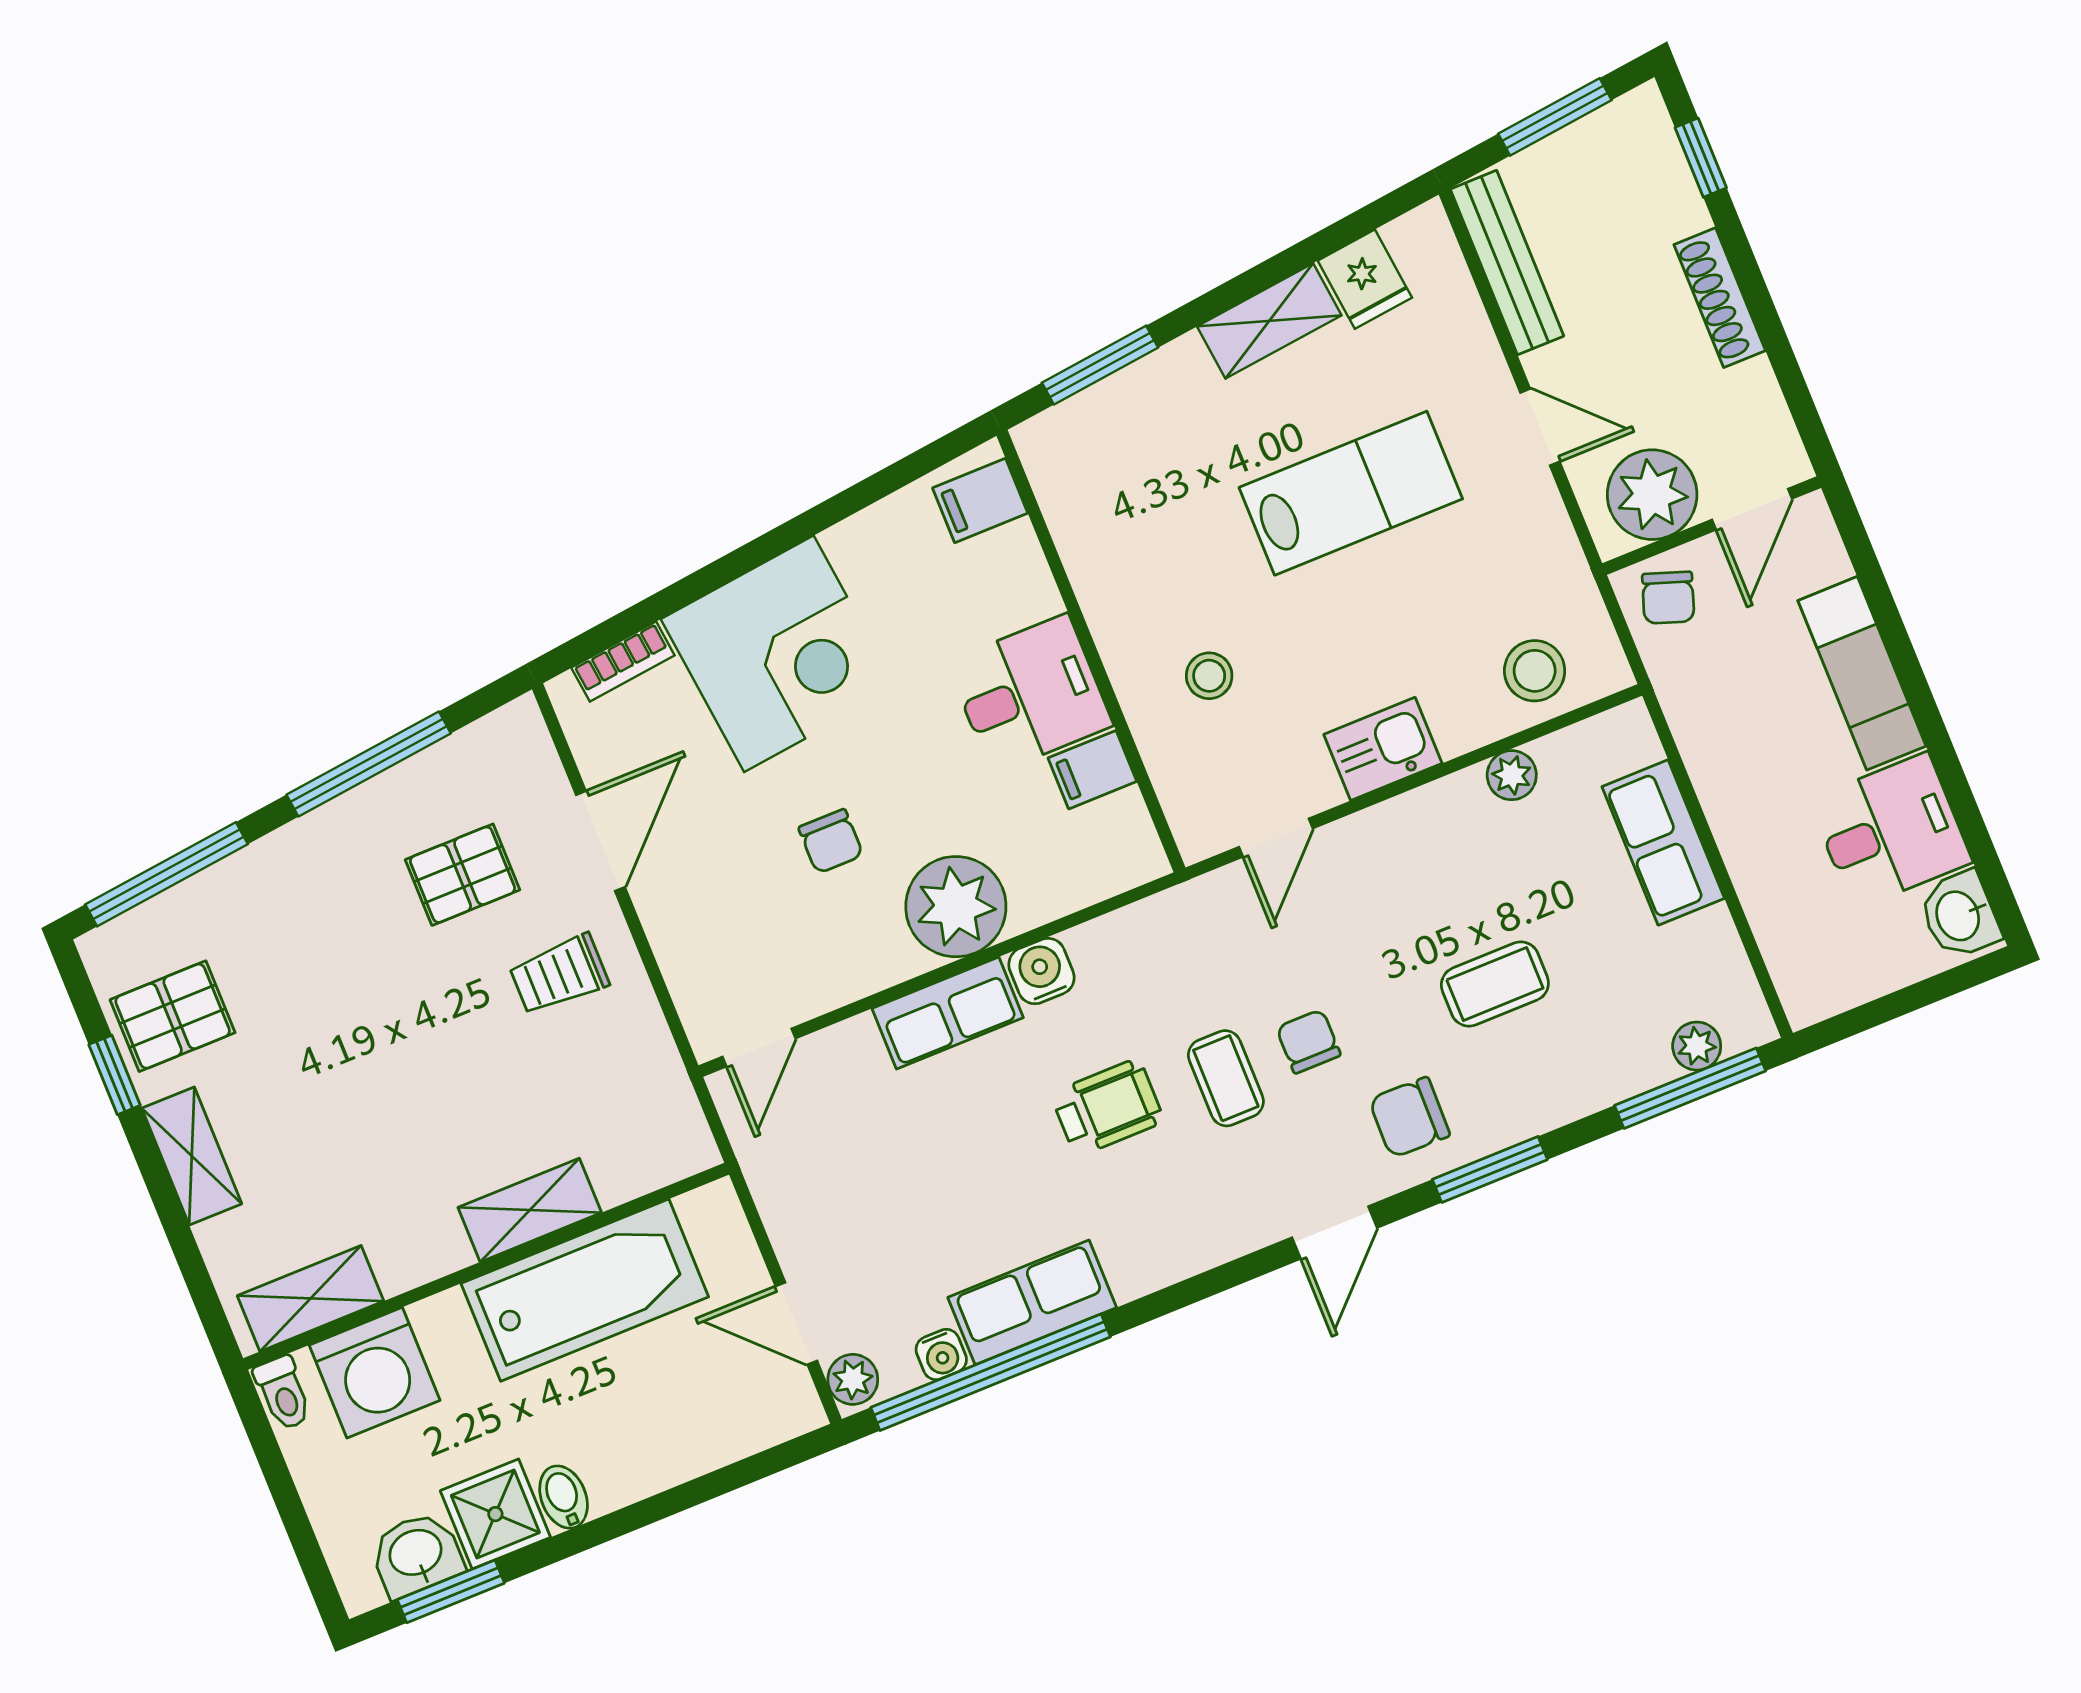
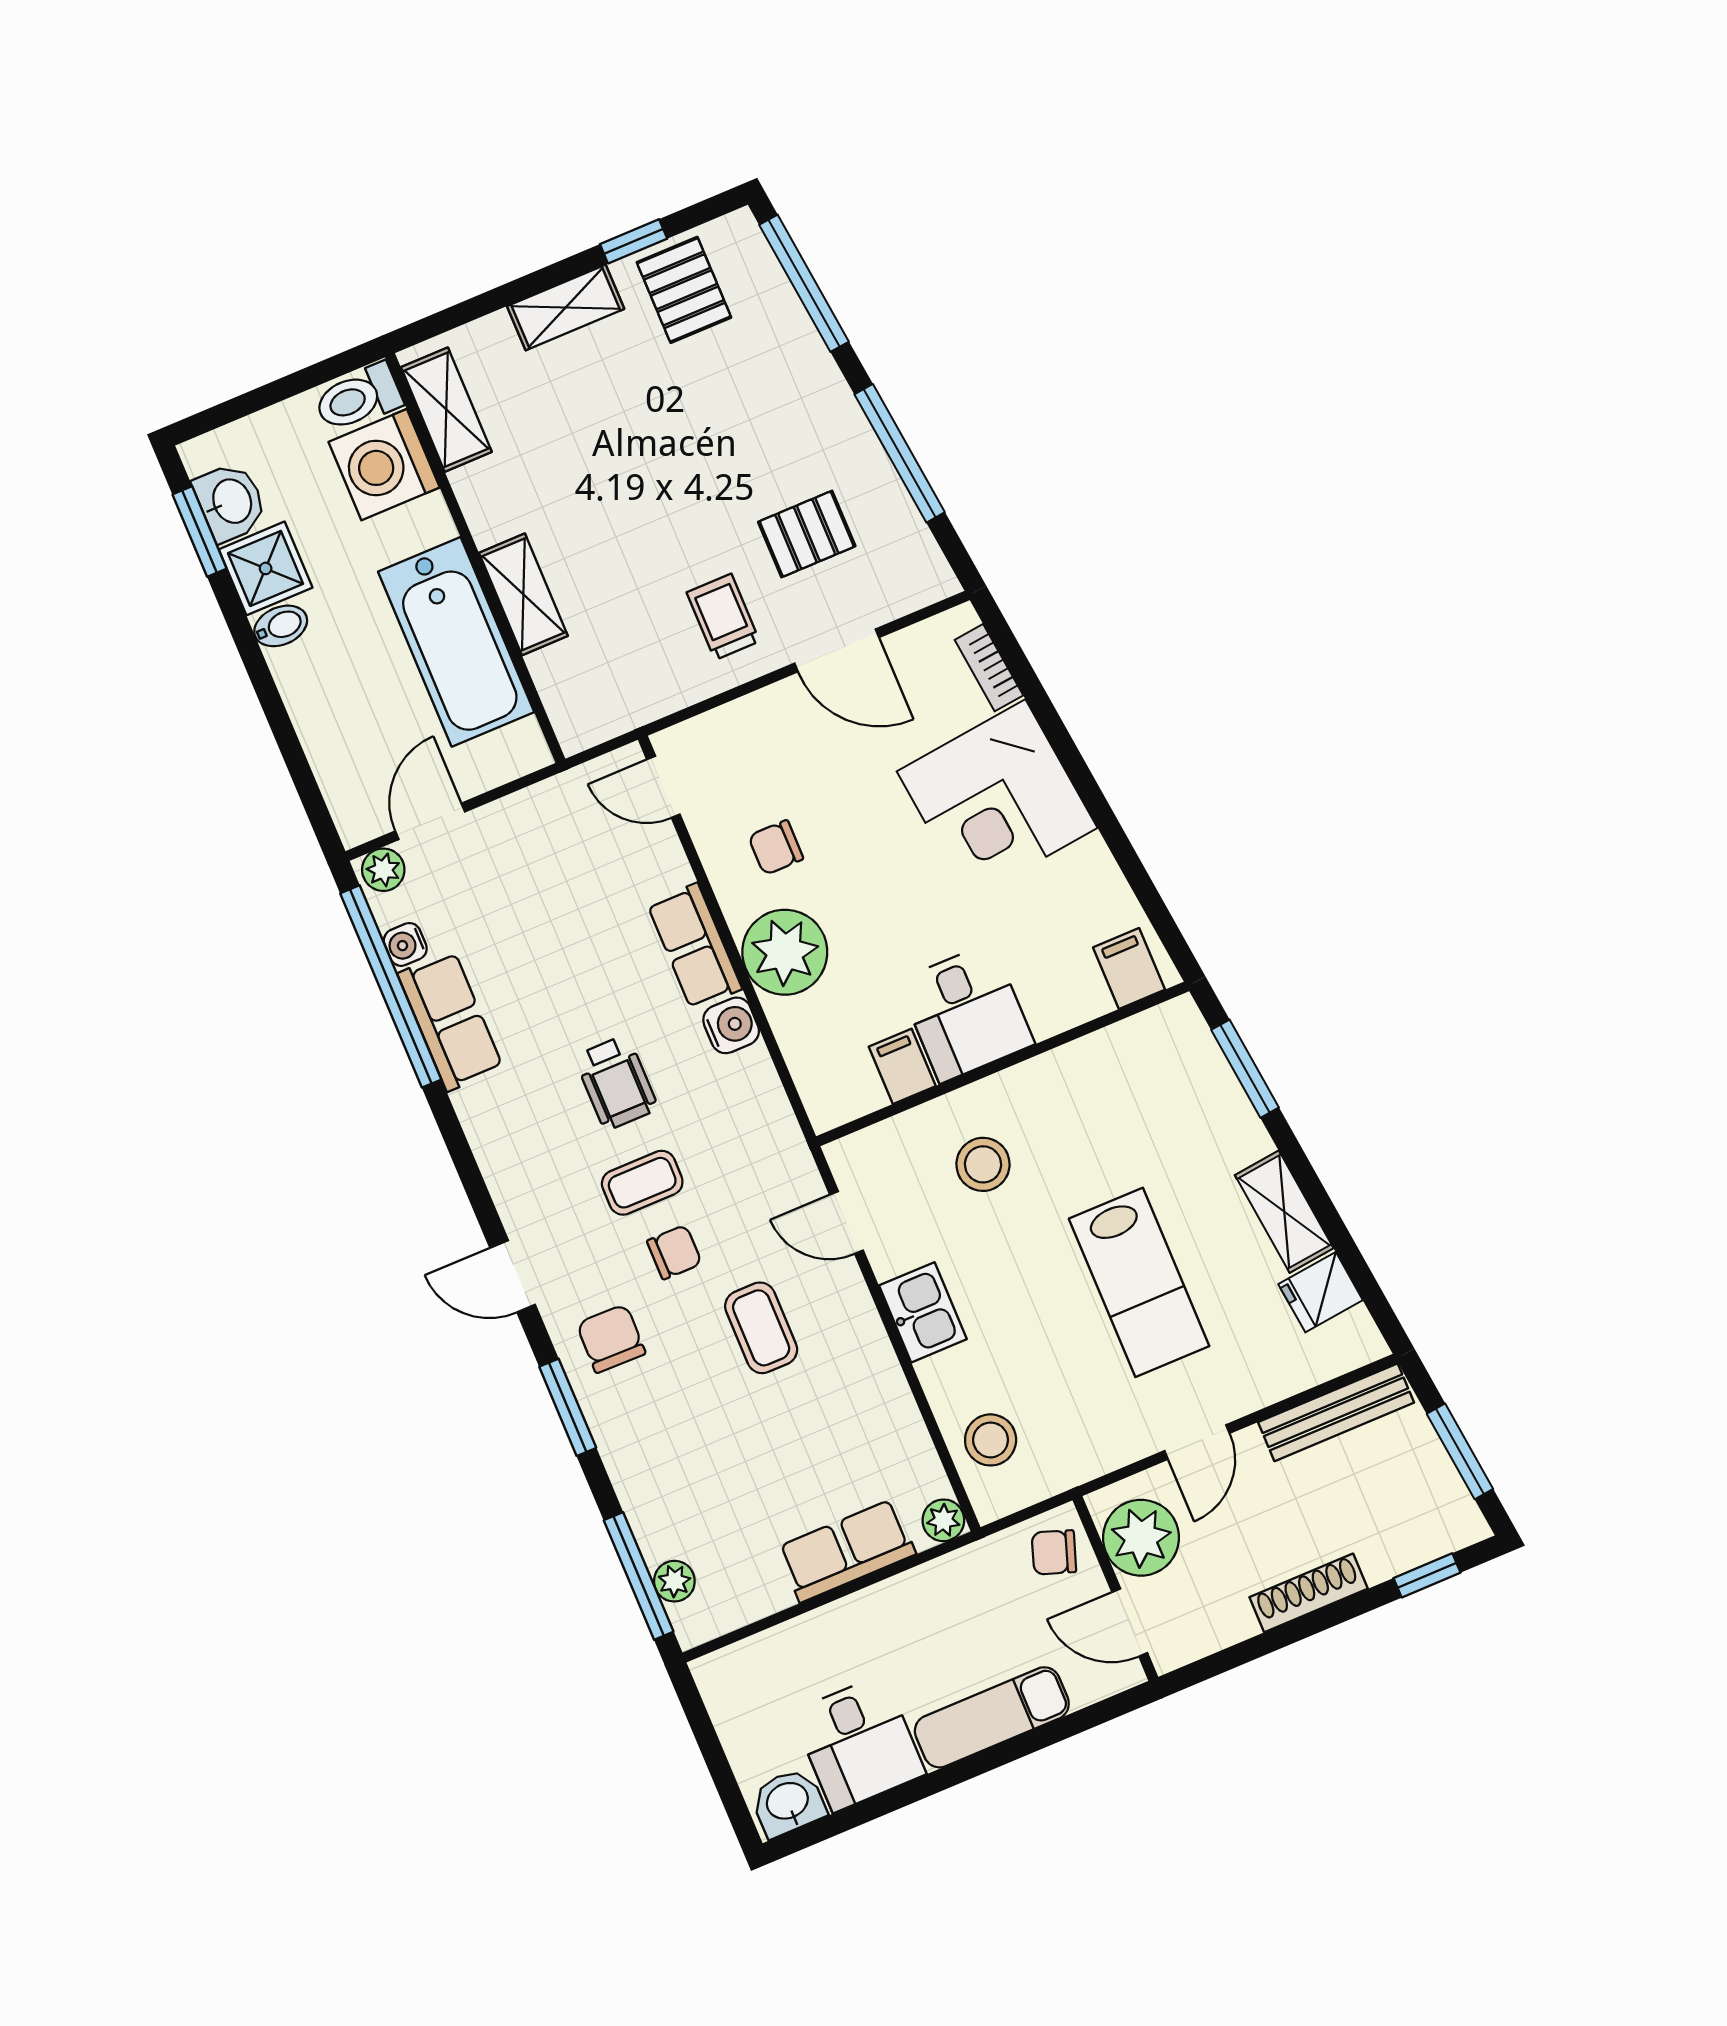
stool: (1209, 676) -> (983, 1164), width x1.37, depth x1.37
plant: (1512, 775) -> (943, 1520), moved
chair: (831, 841) -> (776, 847), moved
pallet: (463, 875) -> (807, 534), turned 90
coffee table: (1495, 984) -> (761, 1328), moved
toilet: (283, 1393) -> (358, 398), width x1.37, depth x1.39

